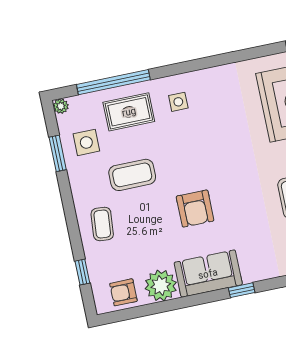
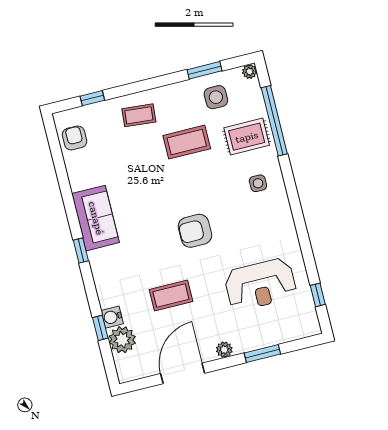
rug: (129, 112) -> (247, 137), turned 90
coffee table: (132, 175) -> (187, 142), turned 90
armchair: (195, 209) -> (195, 231), moved
plant: (161, 286) -> (82, 173), removed

